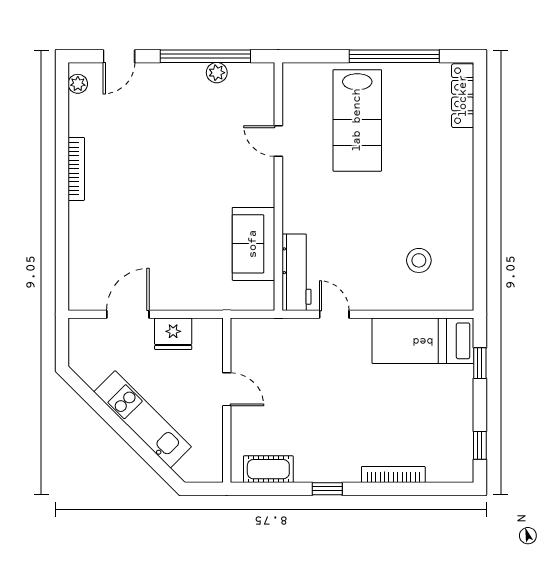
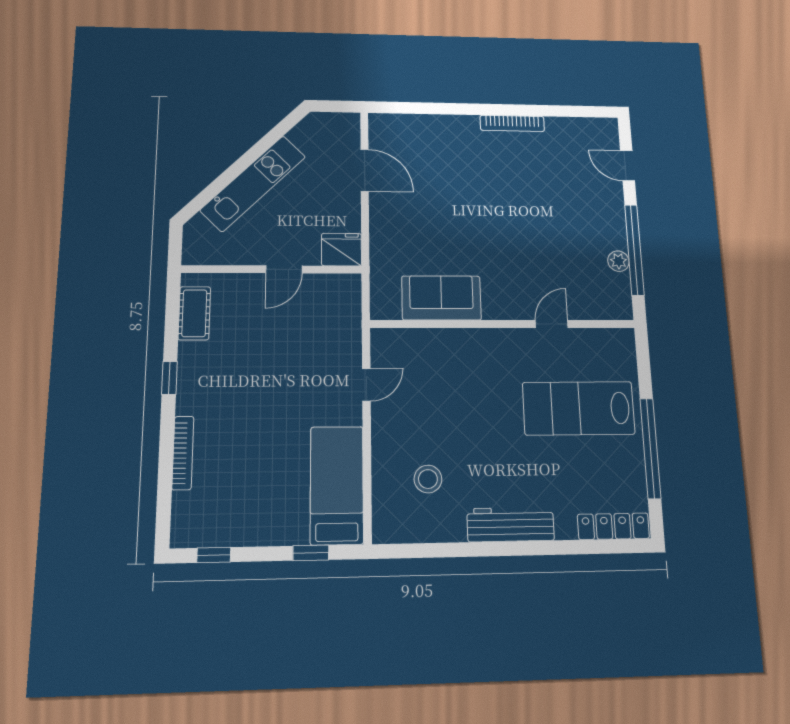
plant: (78, 84) -> (597, 126), removed
workbench: (296, 272) -> (511, 524), moved, turned 180
fridge: (173, 334) -> (342, 250), moved, turned 90

